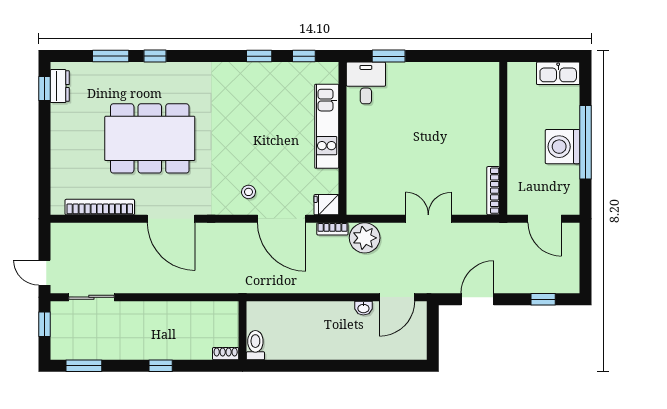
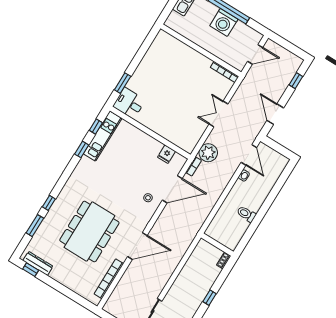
dresser: (60, 86) -> (38, 263), width x1.44
kitchen unit: (327, 126) -> (103, 136), moved, turned -90
fridge: (326, 205) -> (167, 154), moved
toilet: (255, 345) -> (246, 214), moved

